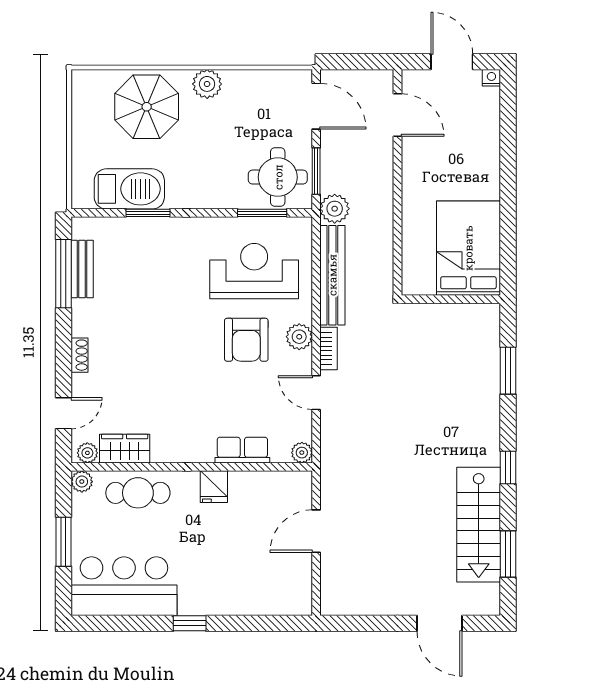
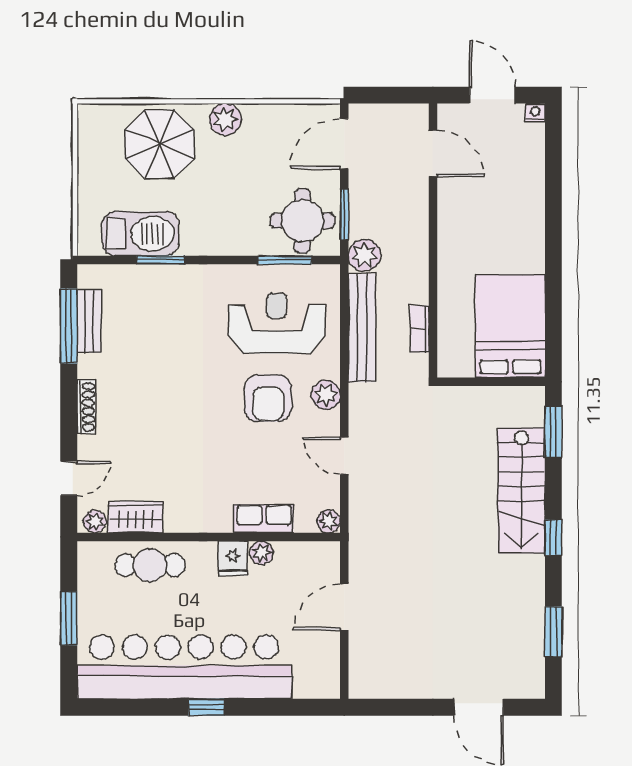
door: (316, 106) -> (344, 144), swing flipped
bed: (468, 248) -> (510, 326), moved
wall: (451, 299) -> (491, 382), moved
bookcase: (329, 348) -> (419, 329), moved, turned 180
shoe rack: (79, 355) -> (86, 407), width x1.43
plant: (82, 482) -> (261, 553), moved
stairs: (479, 525) -> (521, 491), moved
bar counter: (124, 586) -> (184, 667), width x1.86

